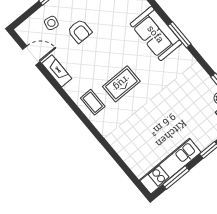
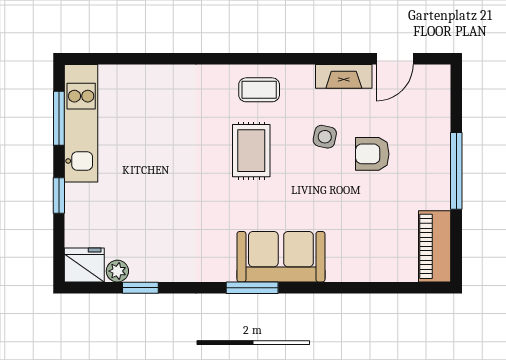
side table: (51, 23) -> (325, 137), moved

